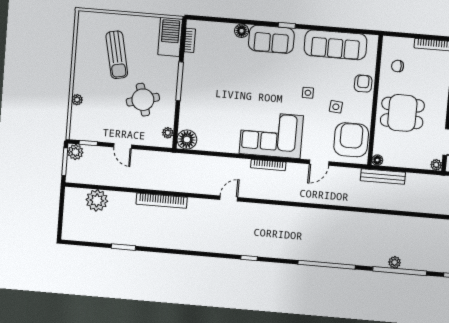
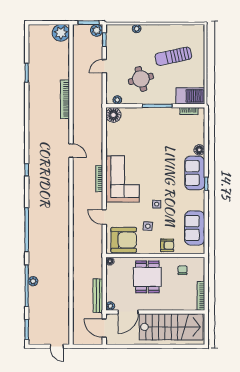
sofa: (335, 45) -> (195, 228), width x0.73
bench: (383, 176) -> (98, 296), moved
plant: (97, 200) -> (61, 33), moved

